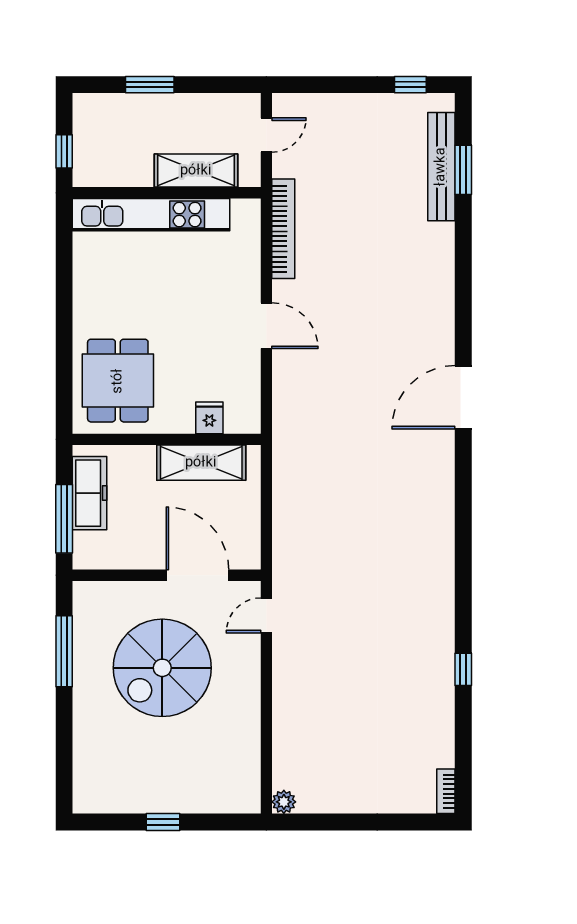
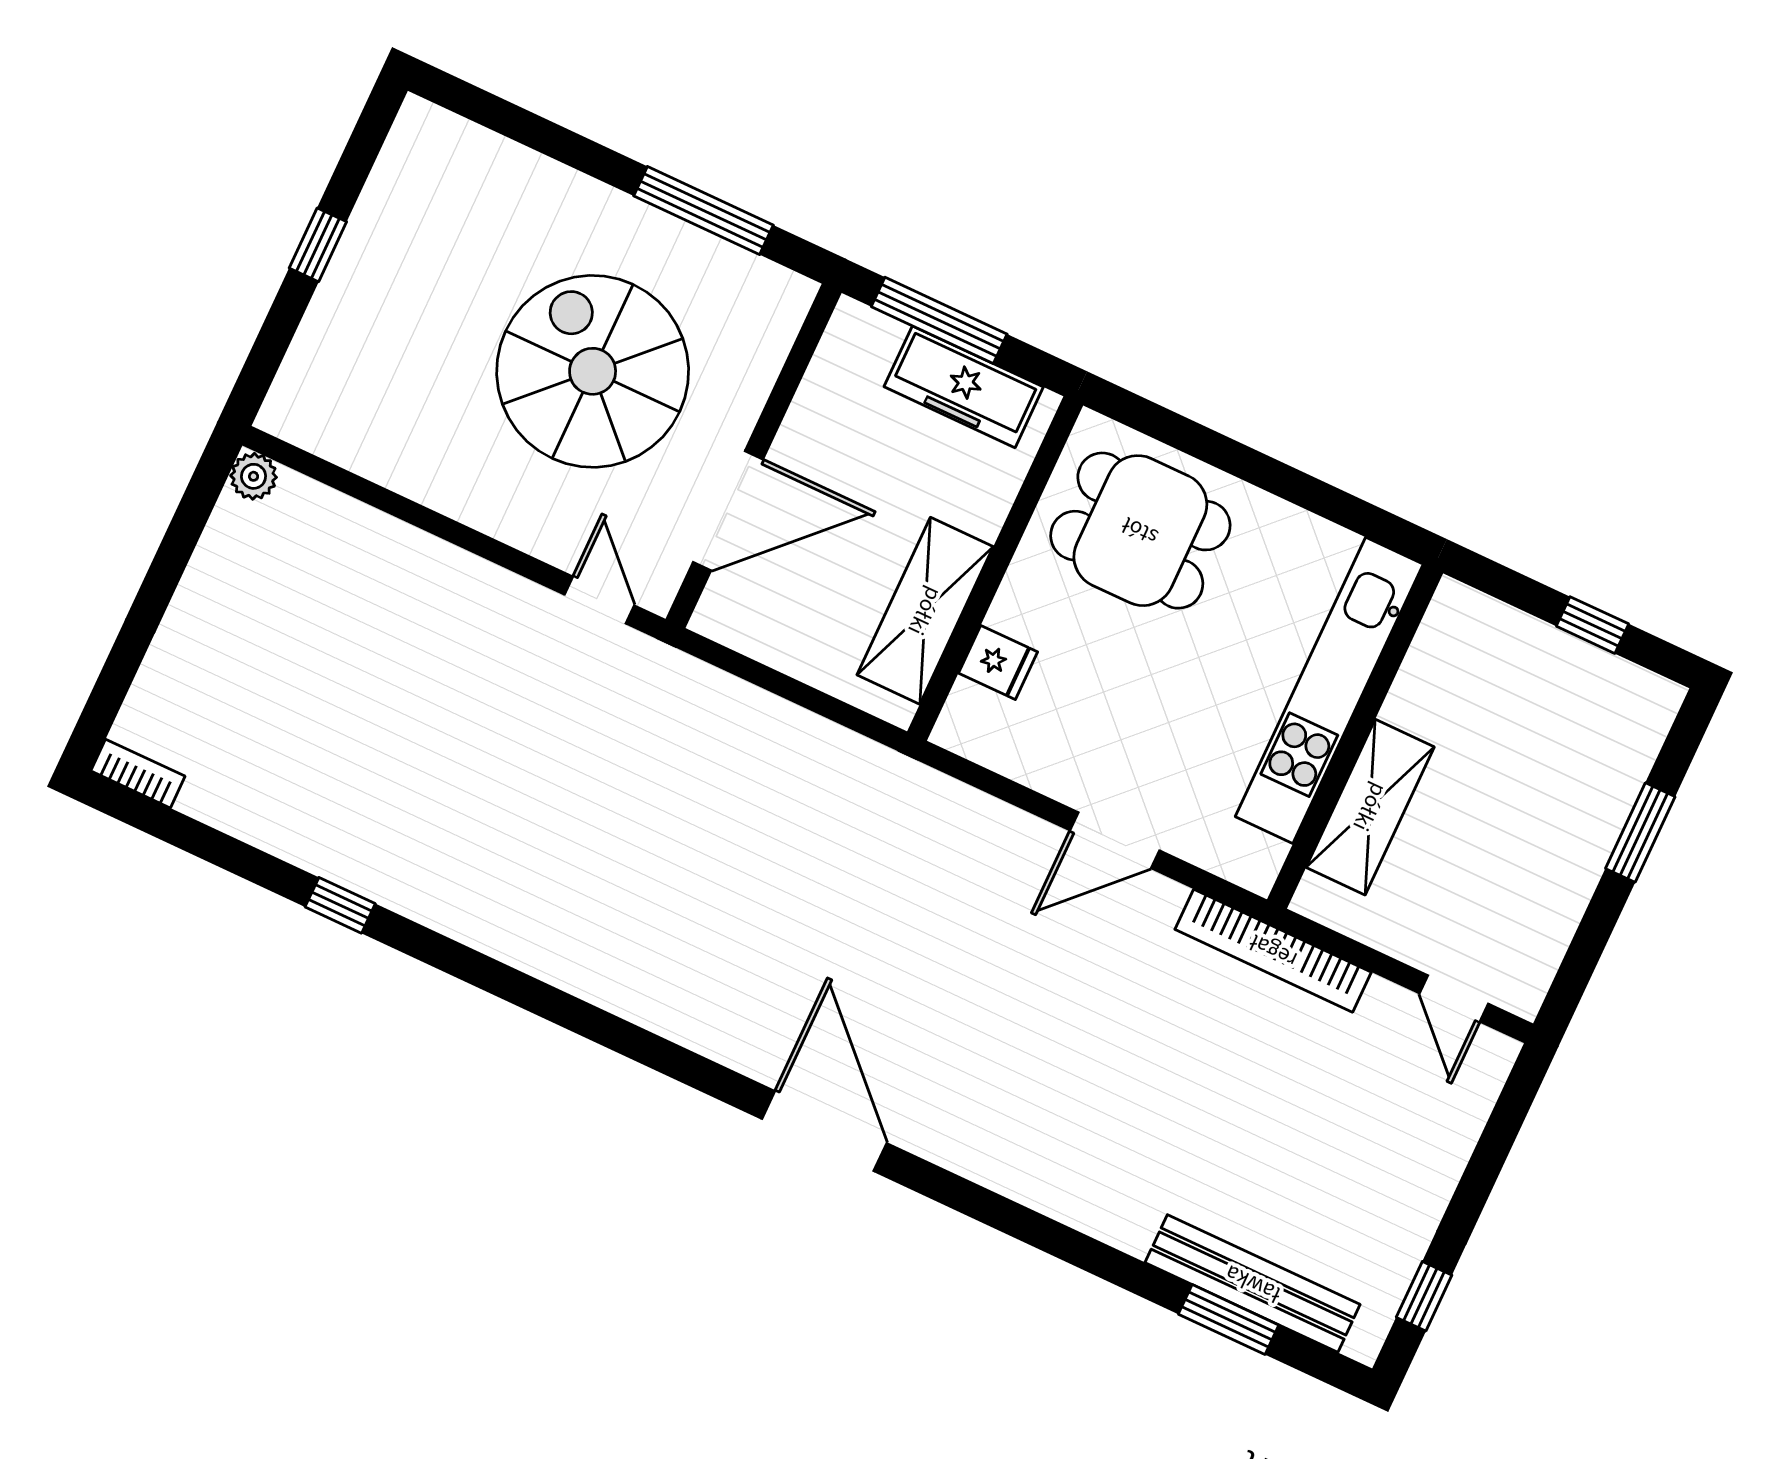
shelving: (196, 171) -> (1370, 807), moved
wall: (167, 193) -> (1355, 736), moved
kitchen unit: (151, 215) -> (1329, 690), moved

